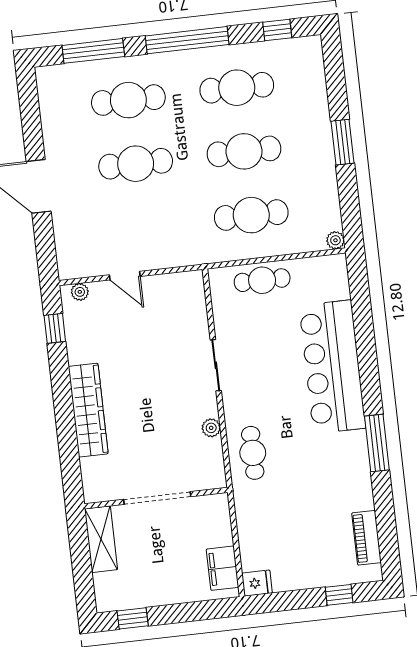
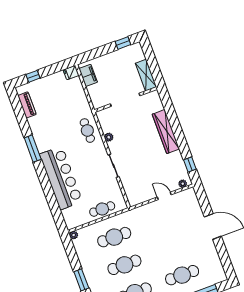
cafe table: (136, 164) -> (172, 247), removed

